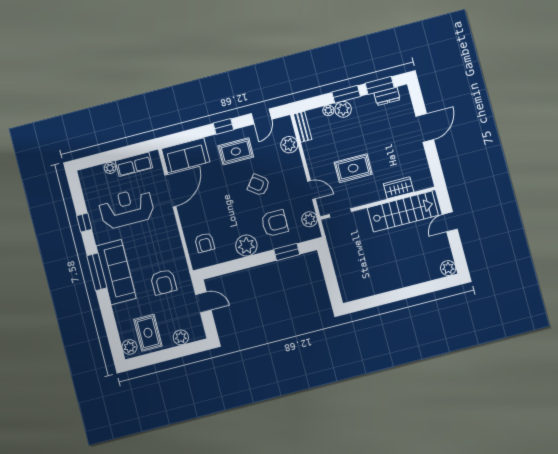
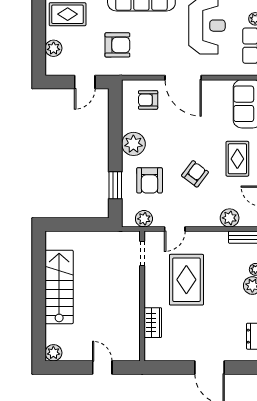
rug: (353, 168) -> (186, 280), width x1.36, depth x1.43
door: (170, 191) -> (183, 78), moved
stairs: (403, 211) -> (59, 287), moved, turned 180
armchair: (164, 282) -> (117, 45), turned 180

